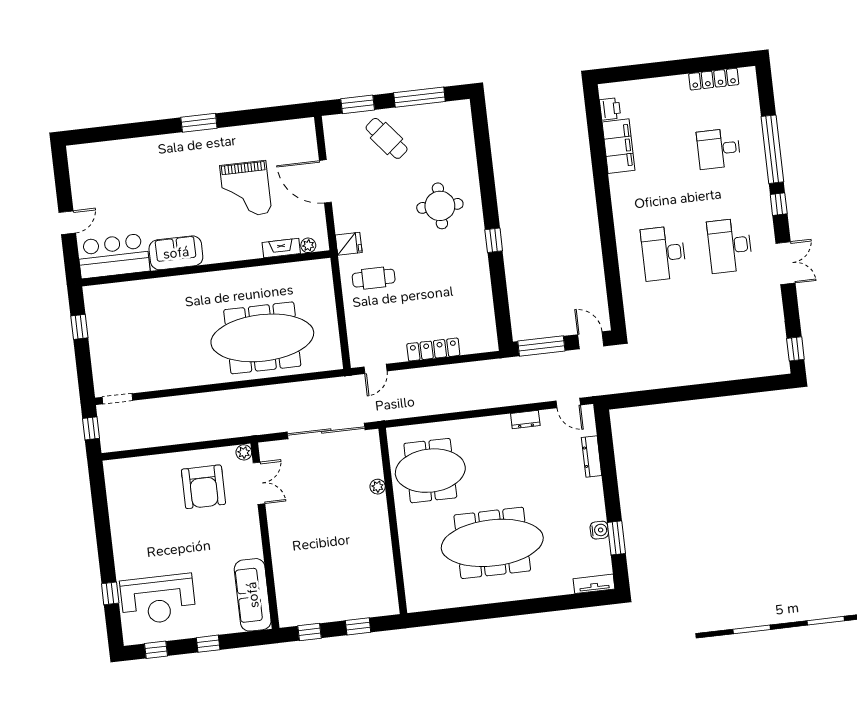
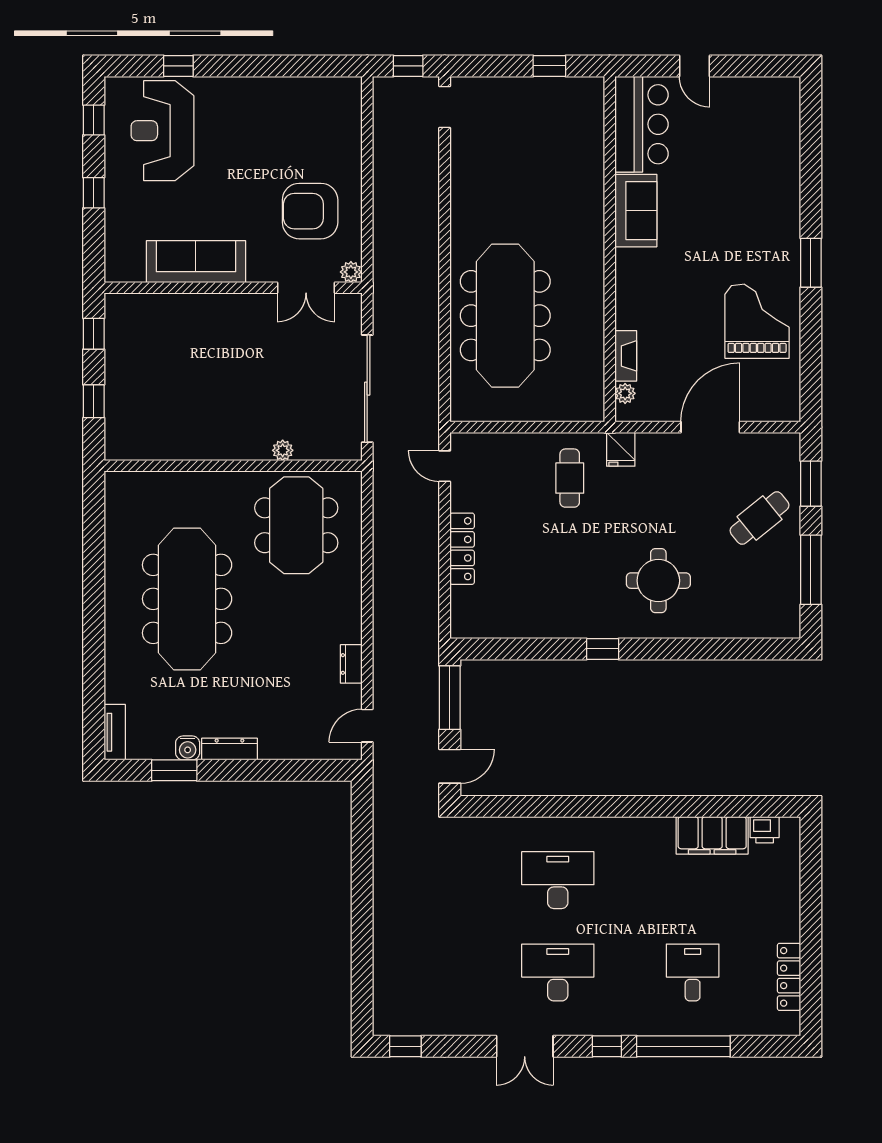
grand piano: (246, 189) -> (757, 321), moved, turned 90
dresser: (592, 457) -> (229, 749), moved
sofa: (253, 595) -> (196, 262), moved

